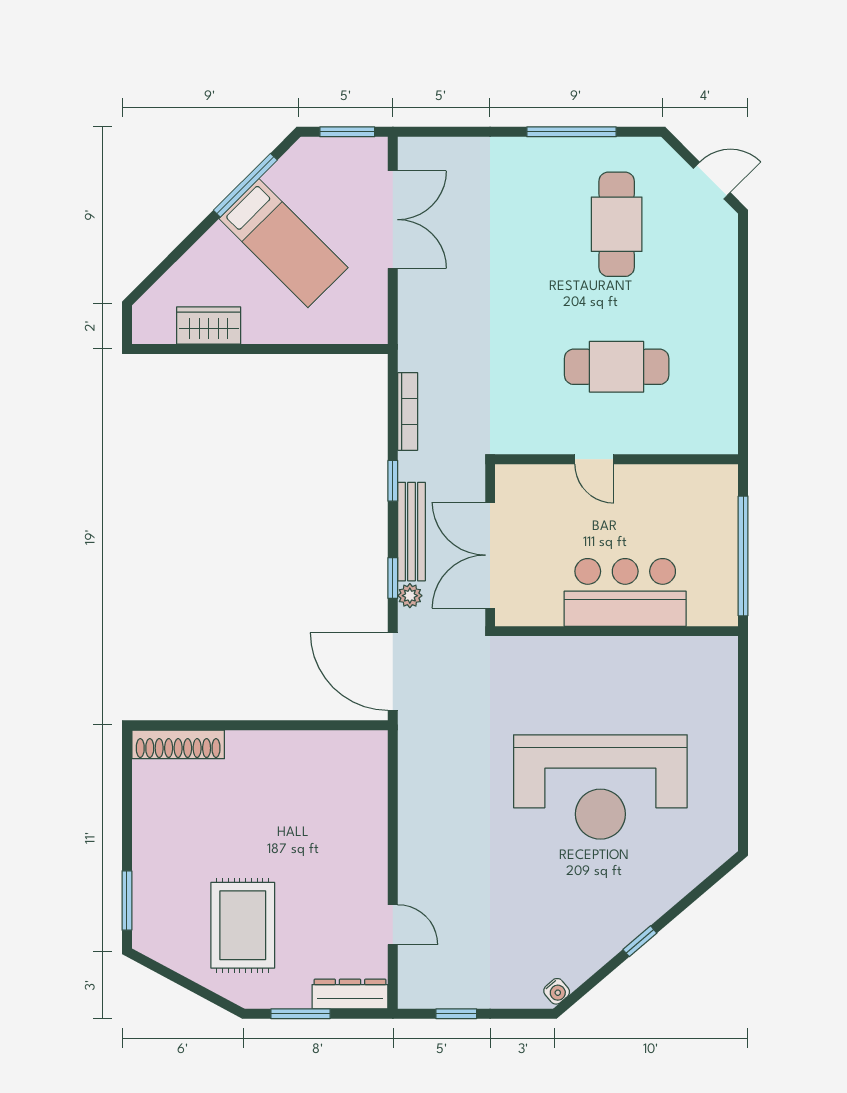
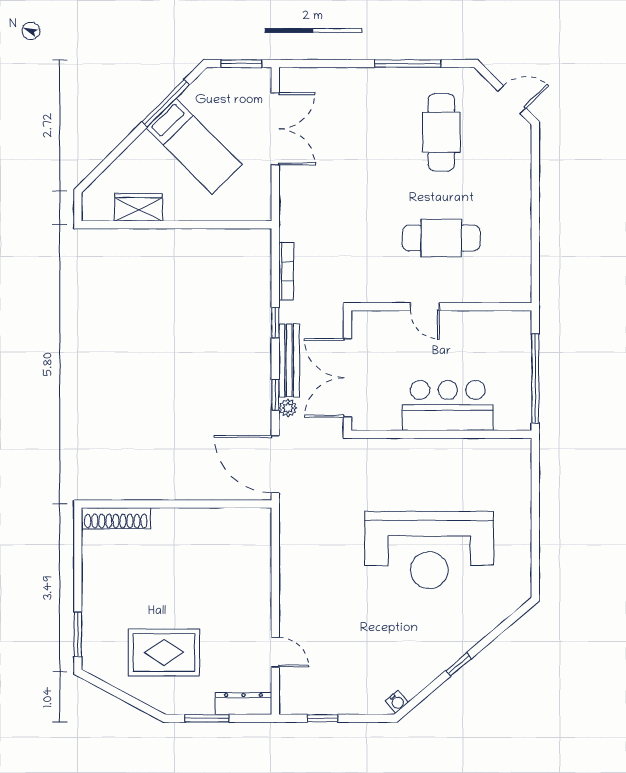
rug: (243, 925) -> (164, 653), turned 90

